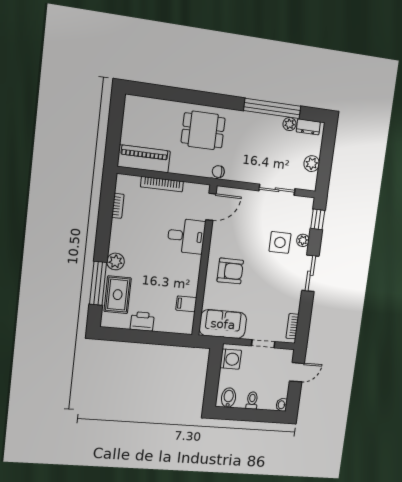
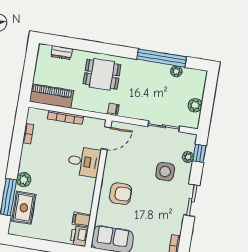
dresser: (308, 127) -> (62, 53), moved
plant: (303, 240) -> (188, 157), moved
printer: (142, 321) -> (79, 236), moved, turned -90

